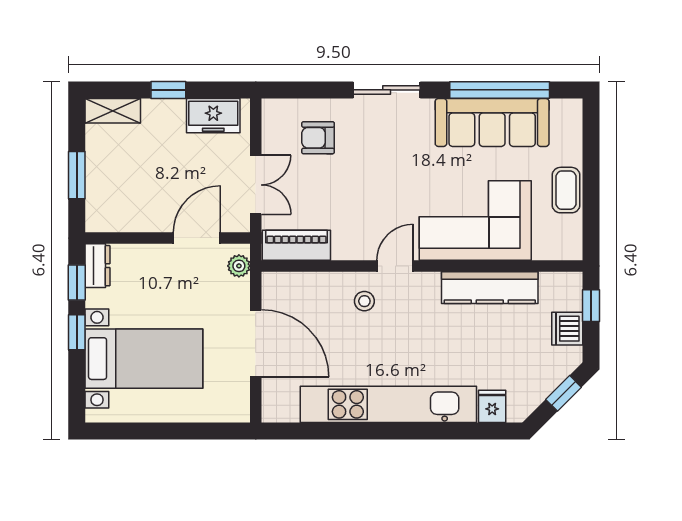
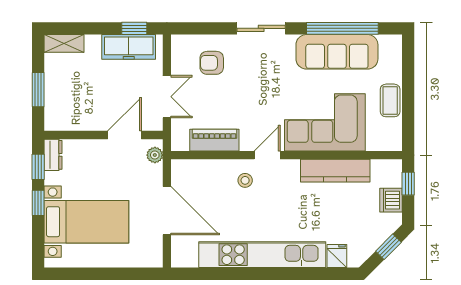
window: (168, 90) -> (134, 28), moved
freezer: (213, 116) -> (129, 47), width x1.40
piano: (296, 245) -> (214, 140), moved

